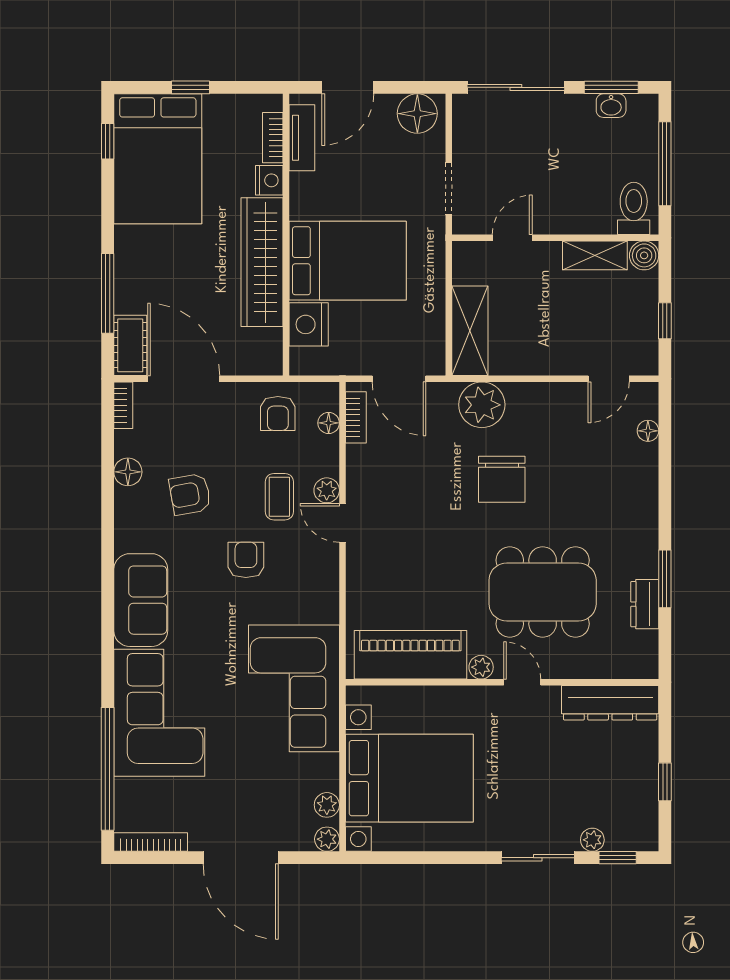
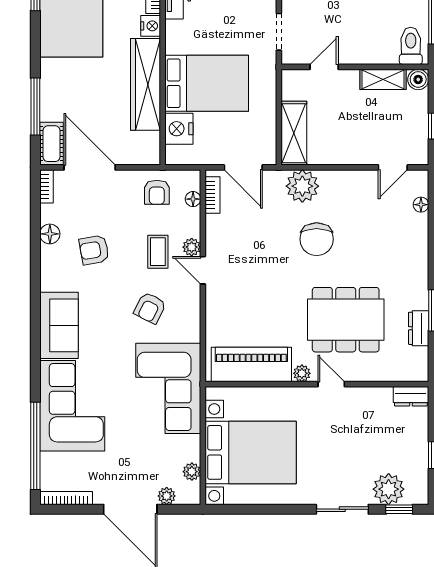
armchair: (246, 560) -> (150, 308), moved, turned -153
dresser: (610, 703) -> (411, 396), width x0.51, depth x0.80
plant: (327, 839) -> (167, 496), moved
plant: (592, 840) -> (389, 489), width x1.88, depth x1.88

